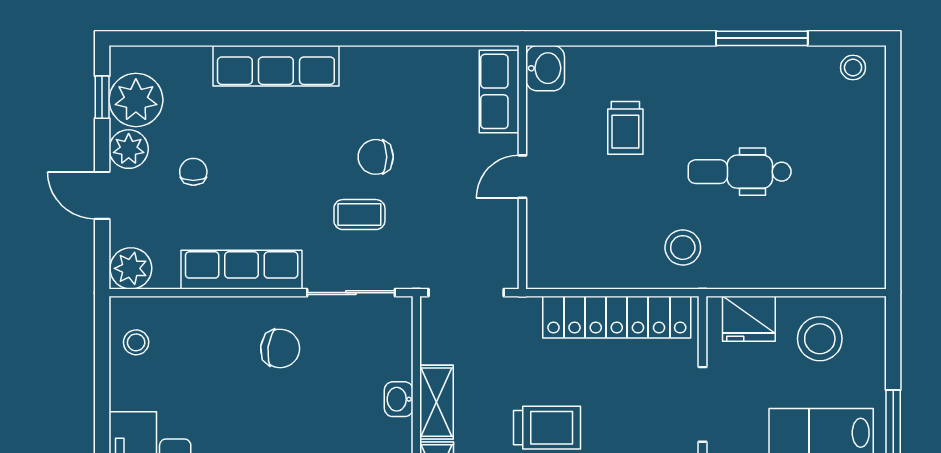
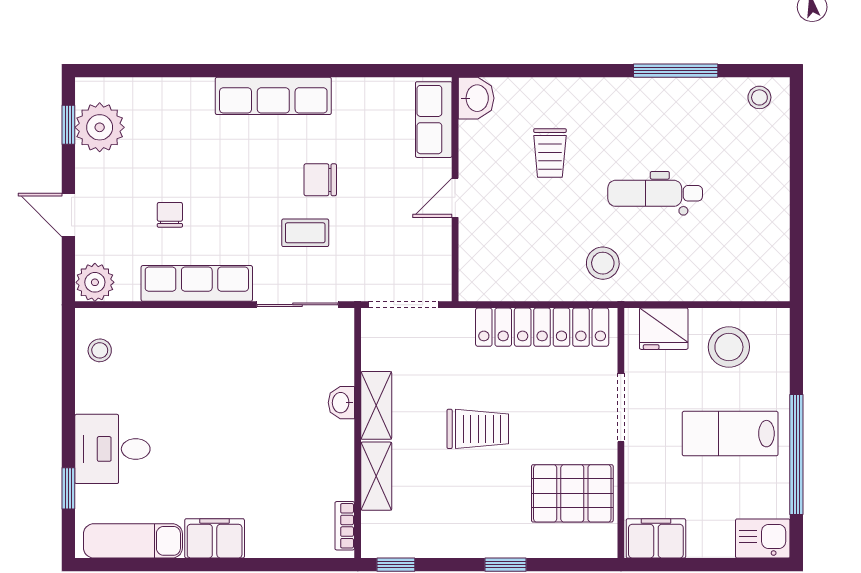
row of seats: (276, 66) -> (273, 96), moved
plant: (129, 149) -> (93, 172), removed
chair: (193, 172) -> (170, 215), moved
chair: (280, 348) -> (232, 356), removed

